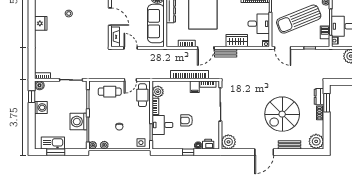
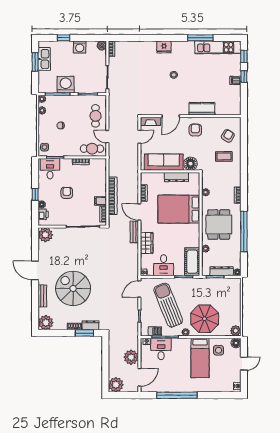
plant: (158, 92) -> (96, 164), removed
window: (32, 97) -> (64, 38), moved
desk: (162, 125) -> (50, 169), moved

